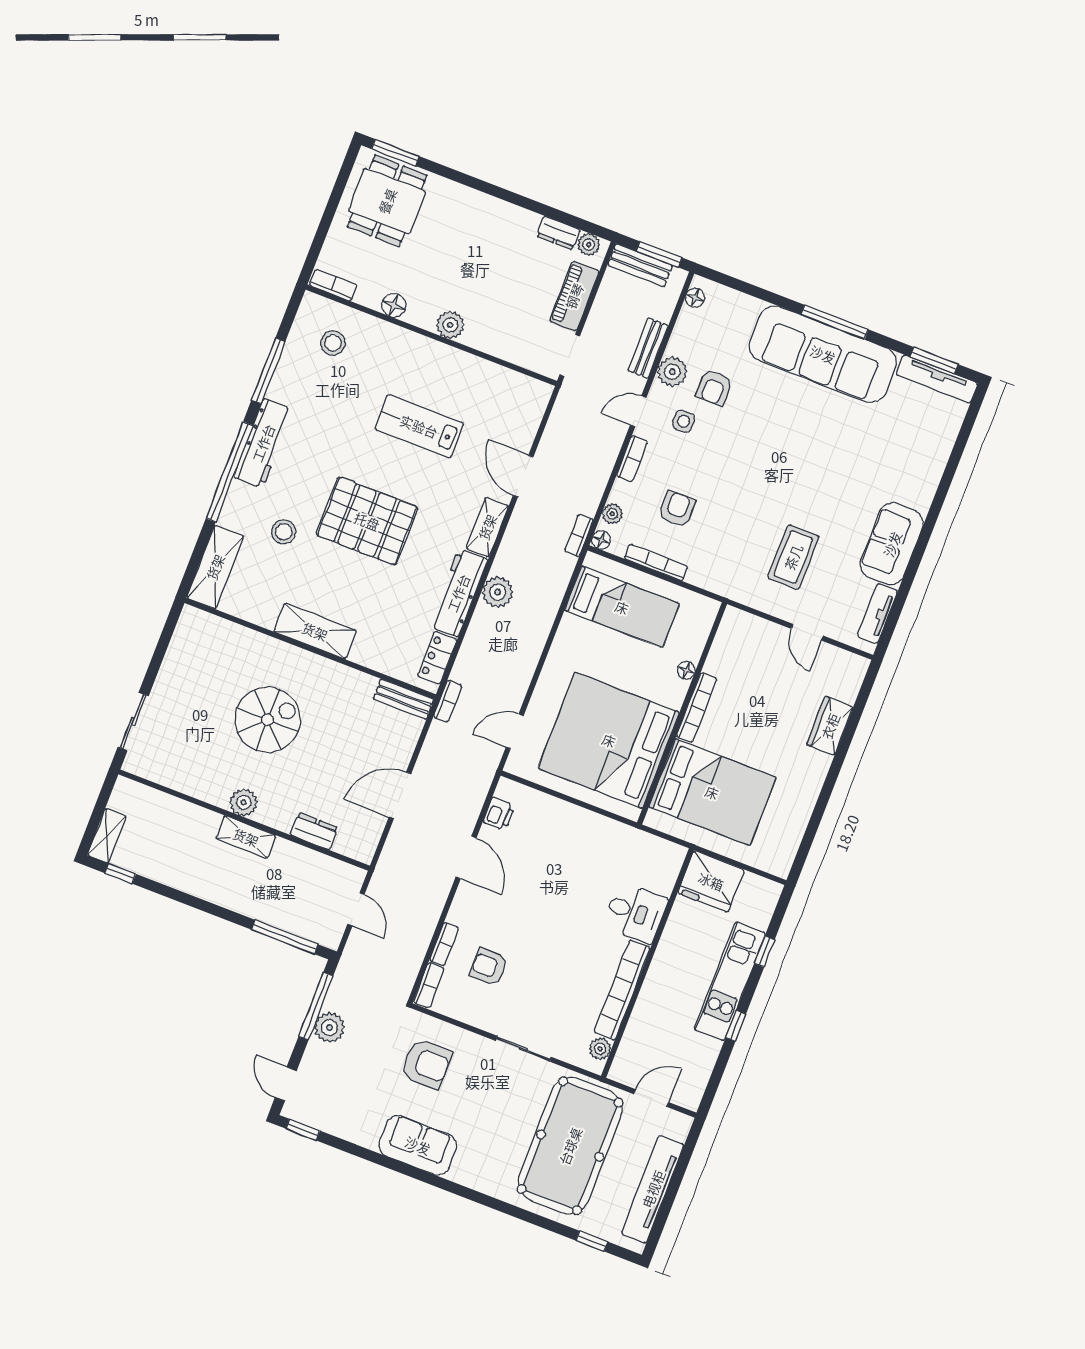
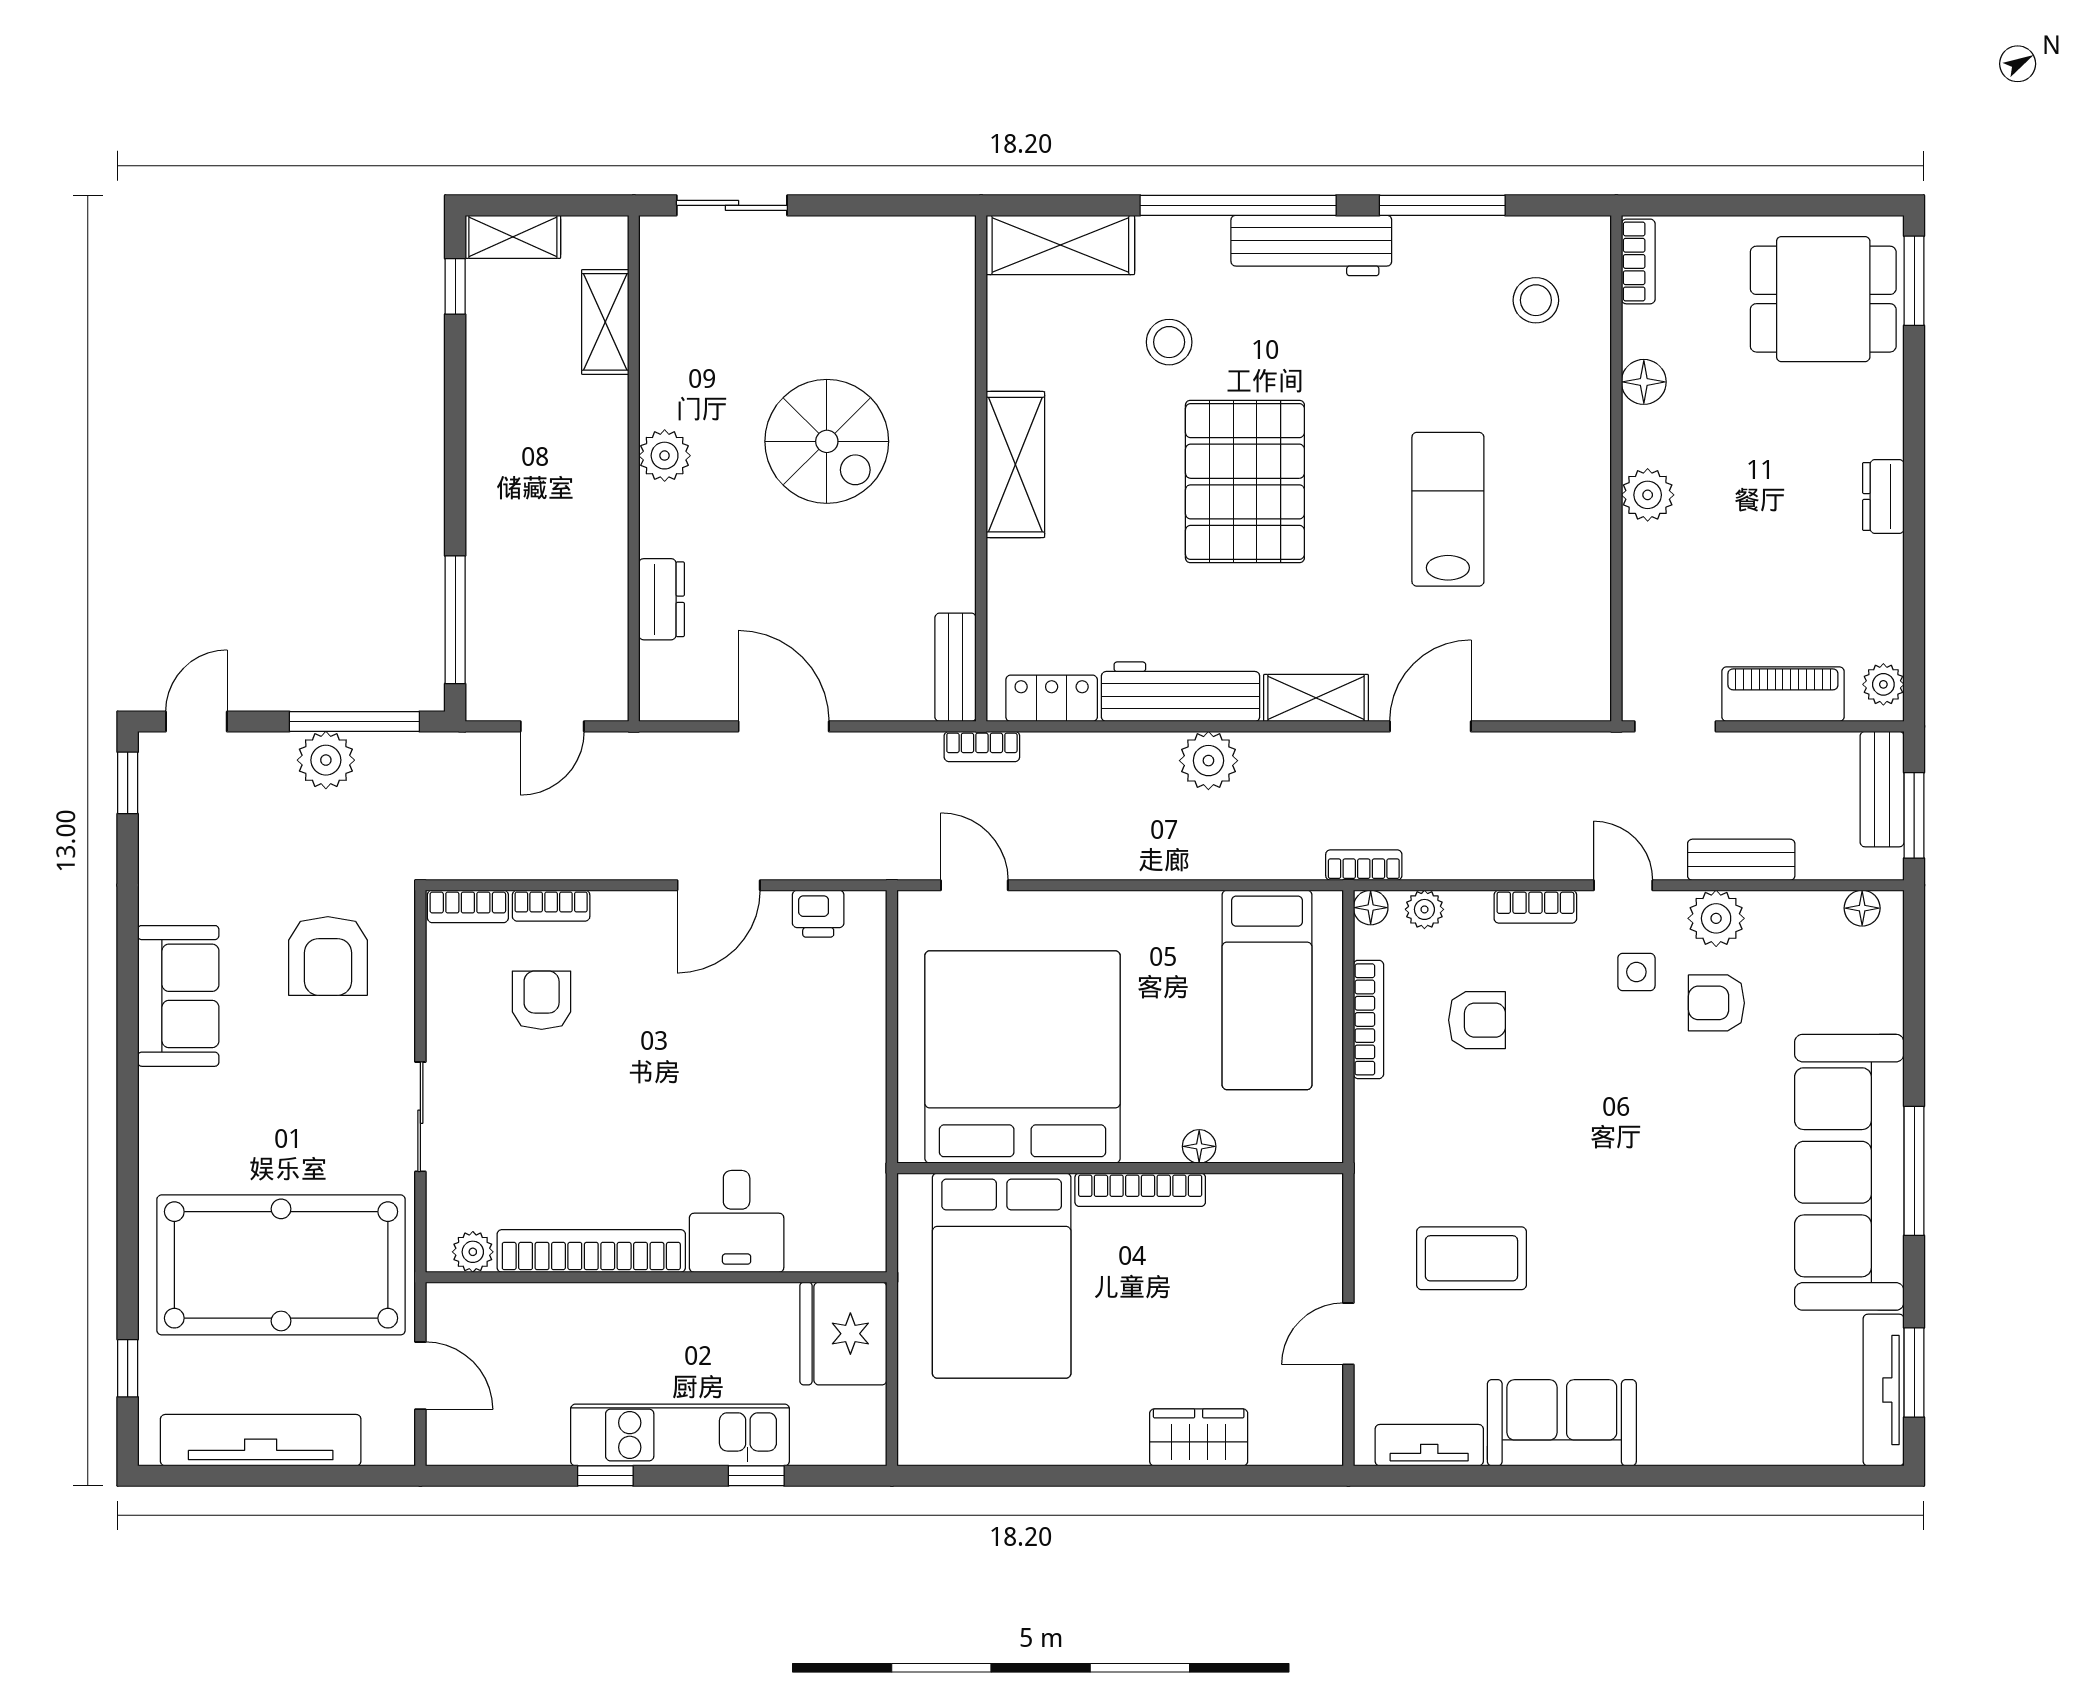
dresser: (558, 233) -> (1883, 497), moved
shelving: (246, 837) -> (605, 322), moved

